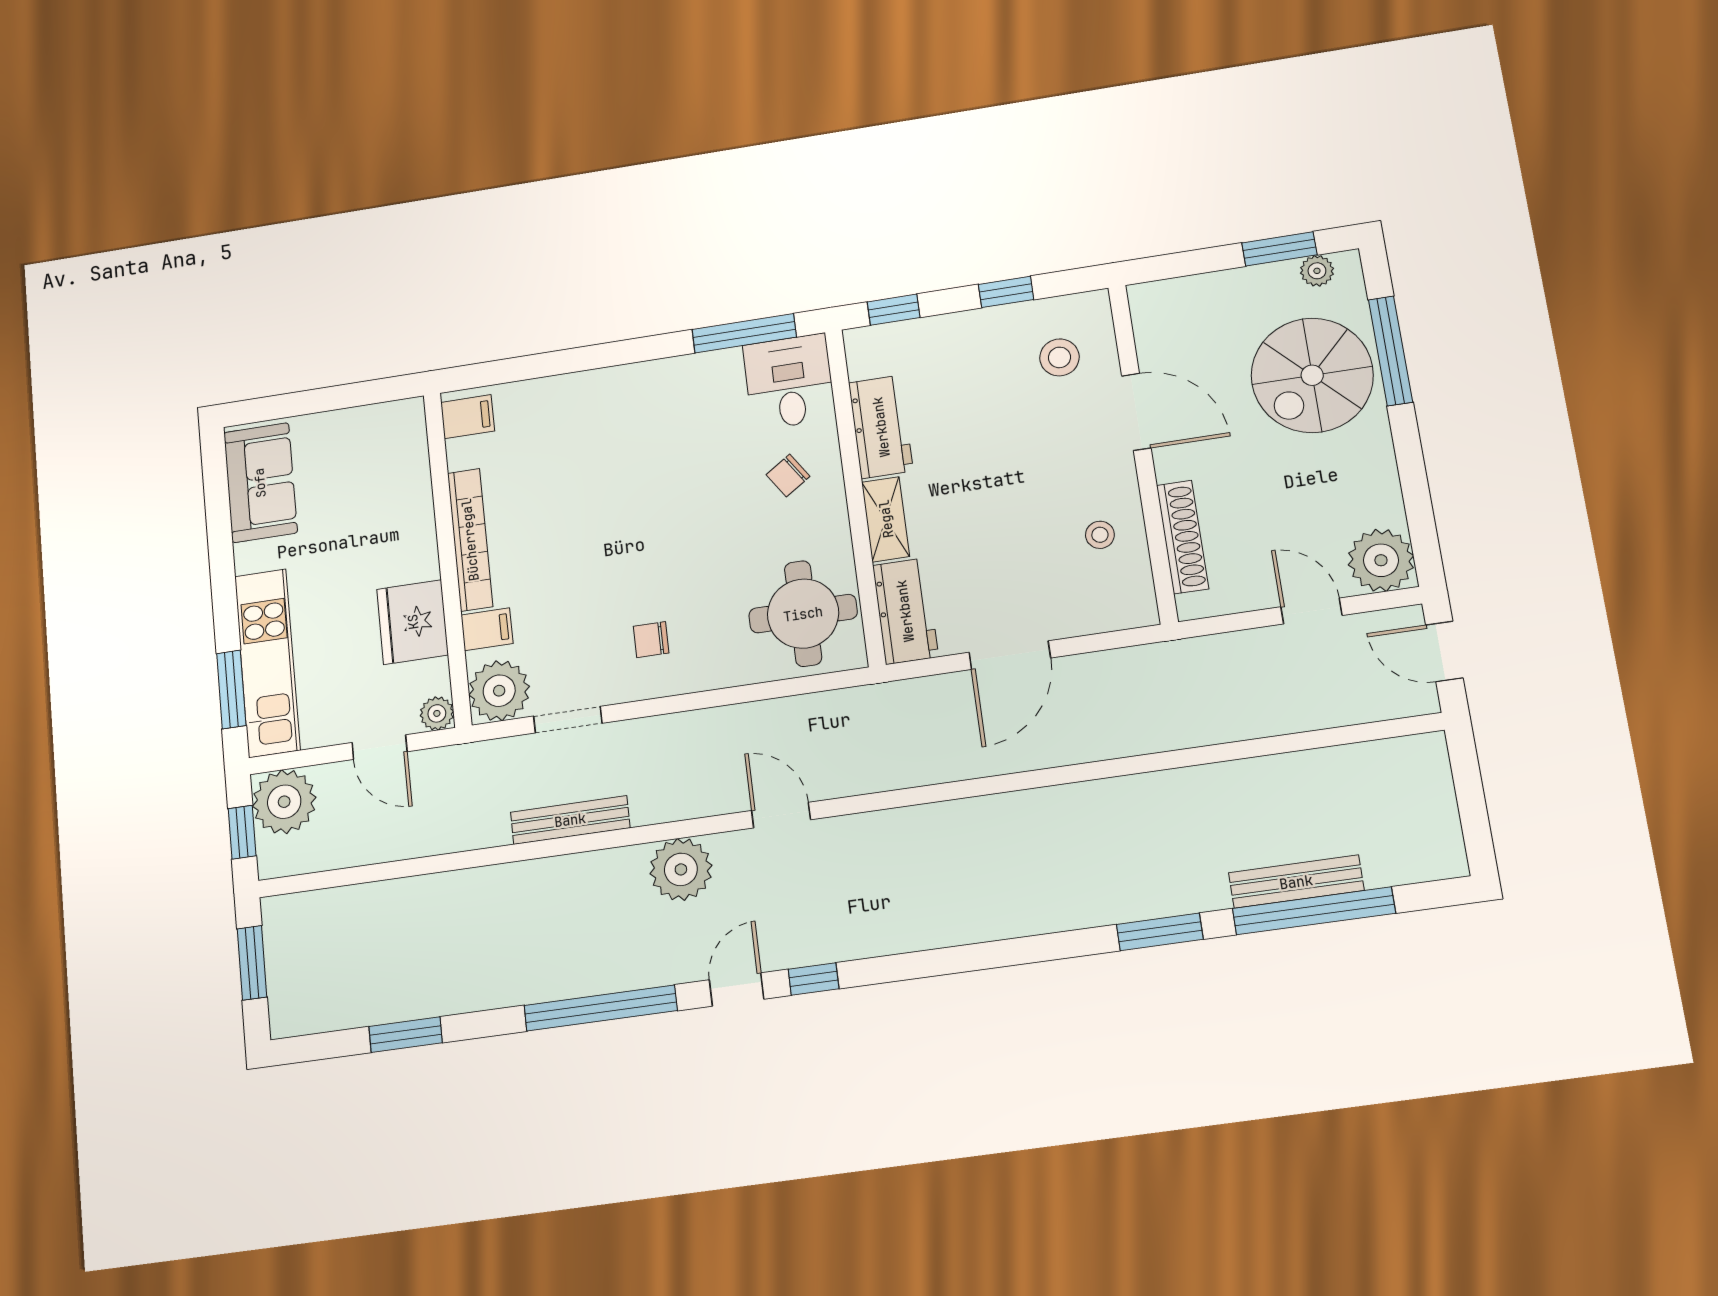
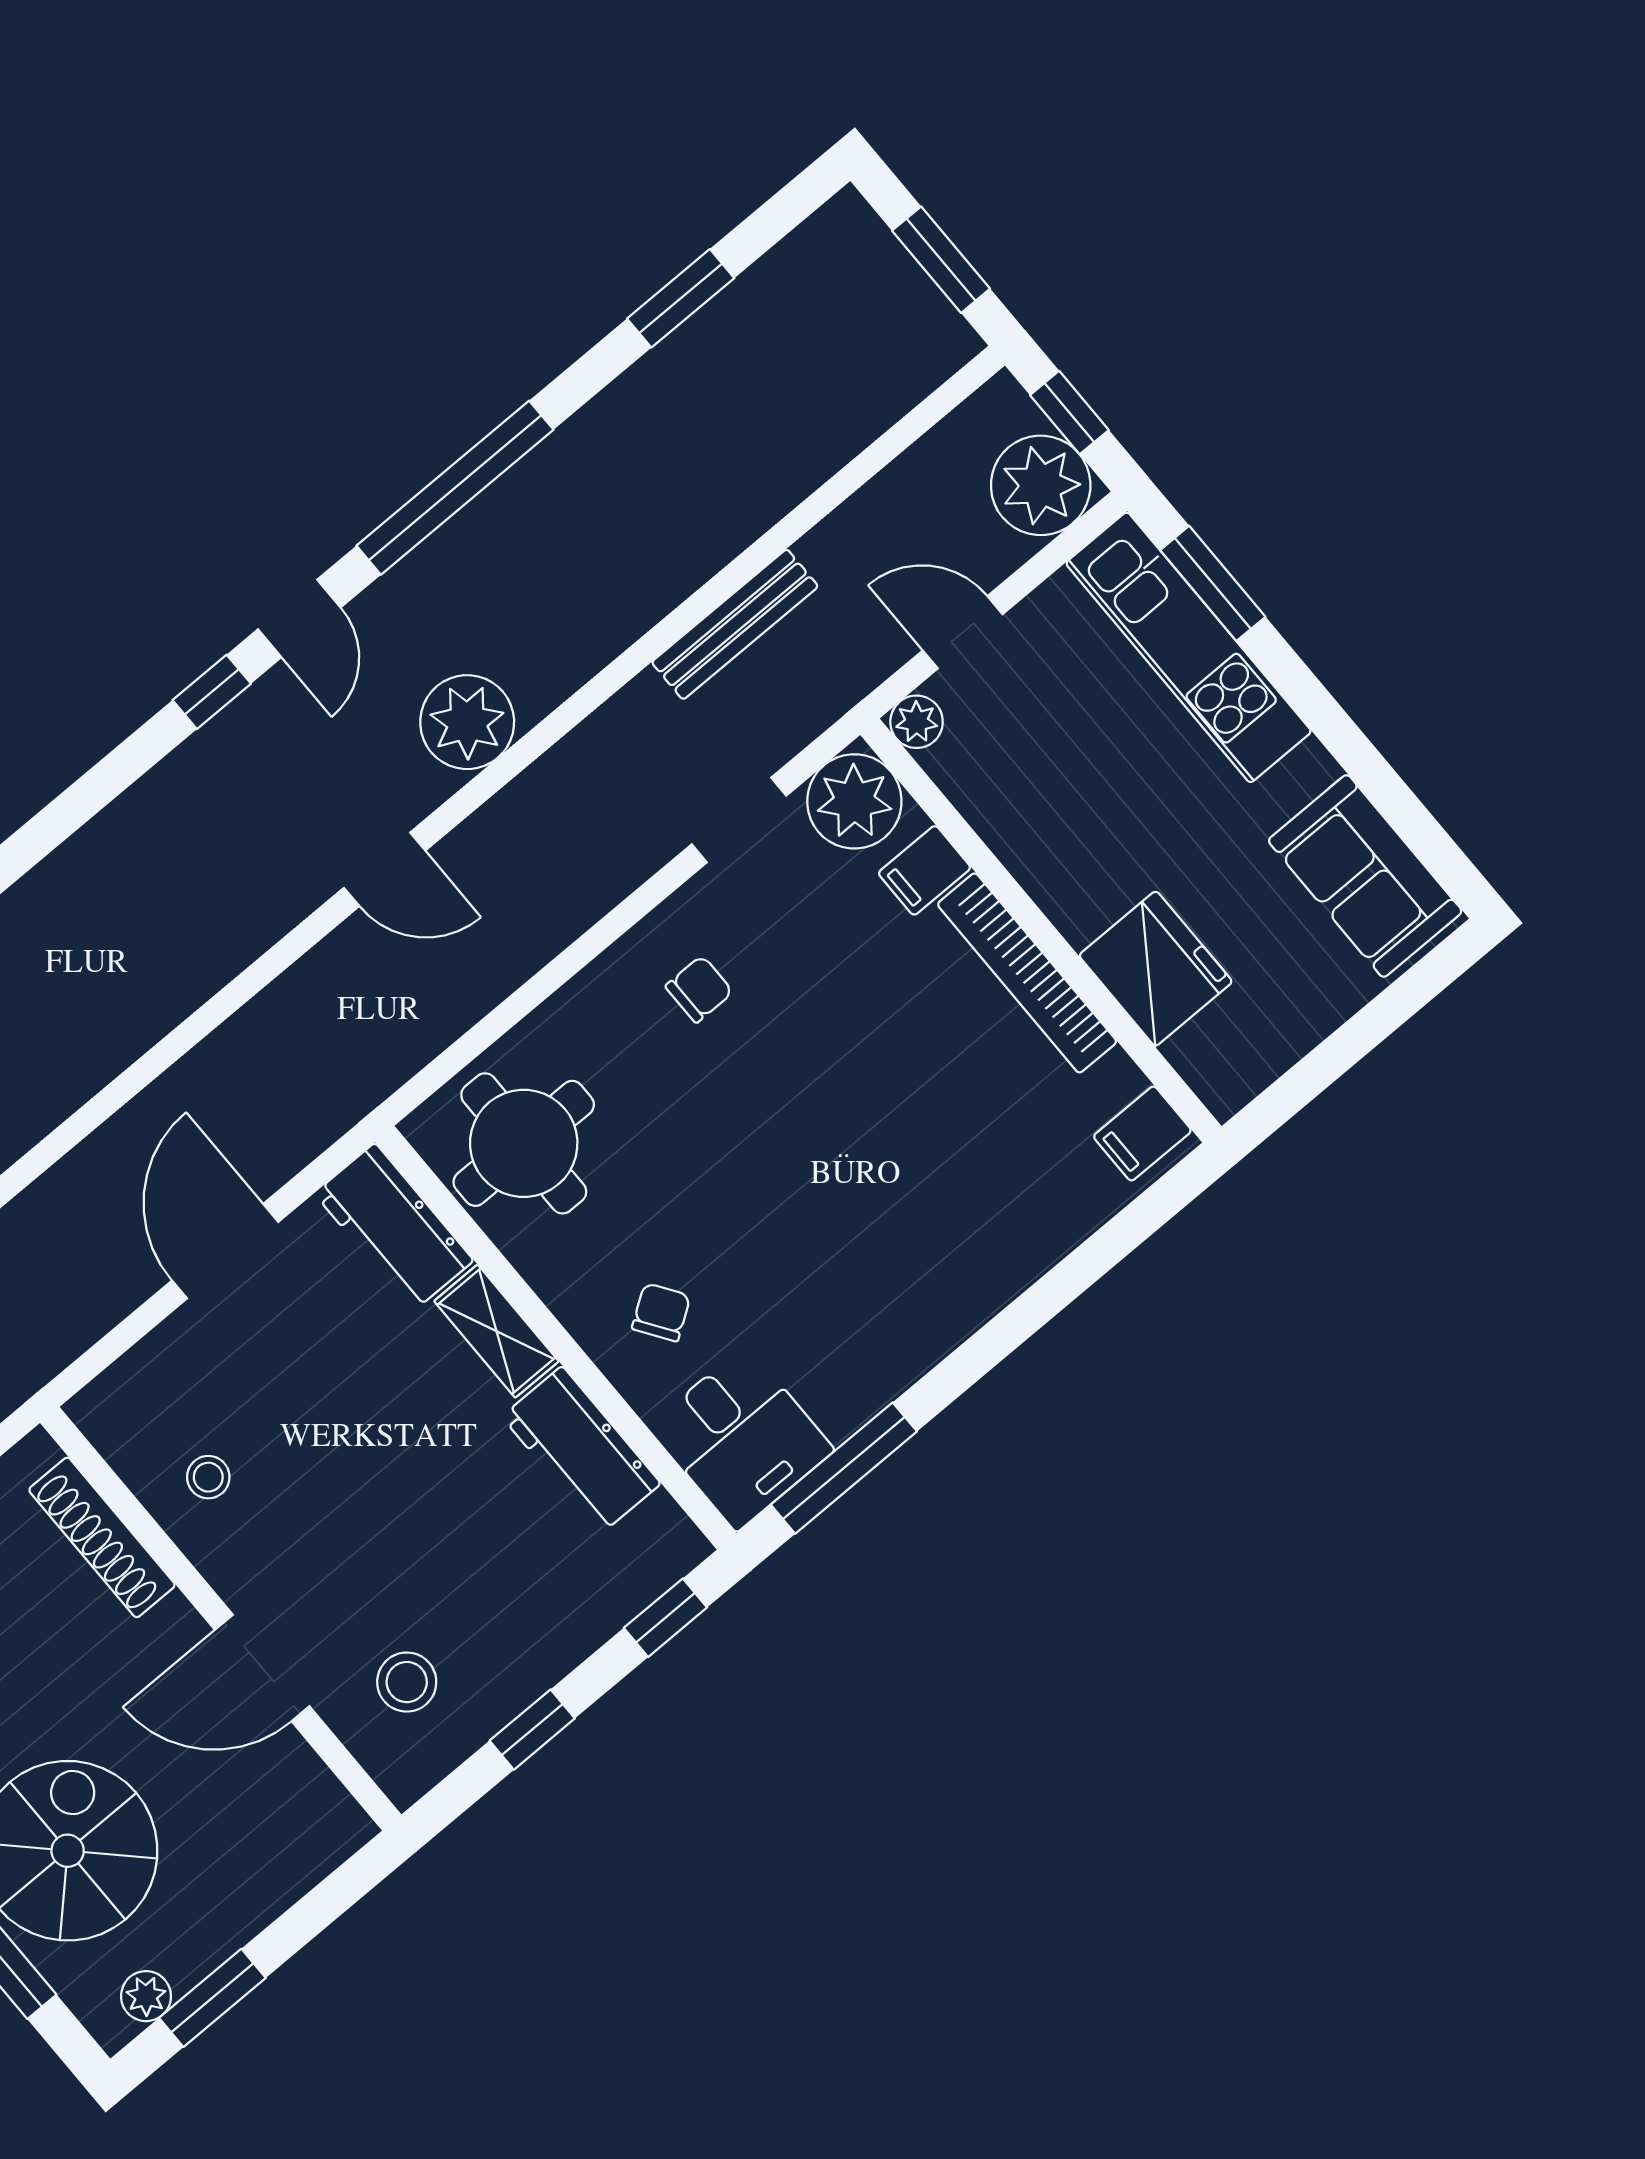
fridge: (413, 622) -> (1156, 969), moved
bench: (570, 820) -> (735, 624), moved

